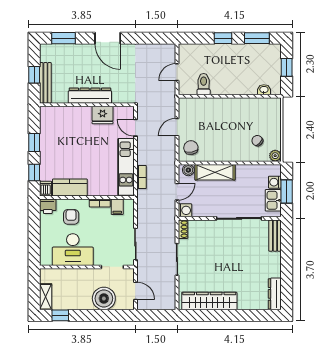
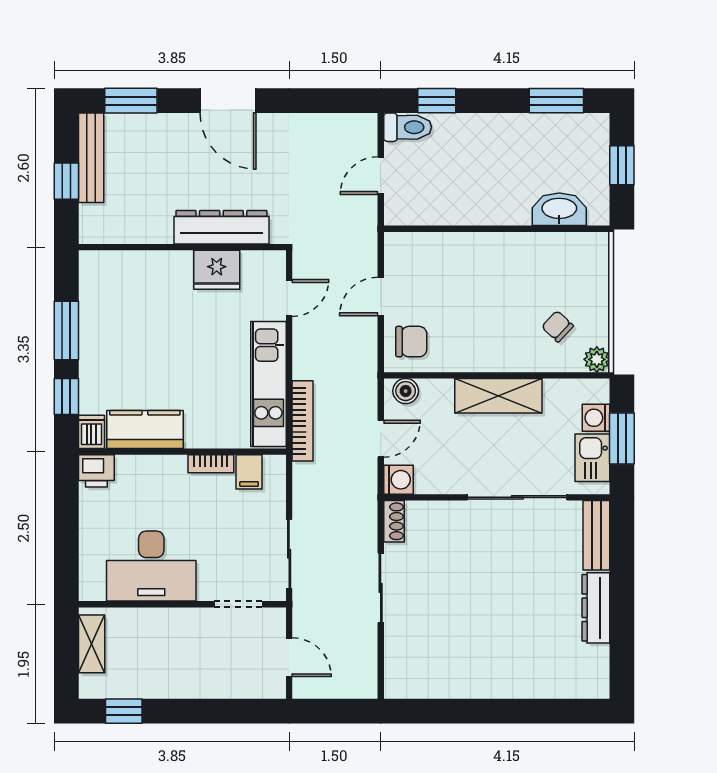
window: (223, 38) -> (437, 101), moved
bench: (45, 83) -> (91, 158), moved
toilet: (204, 84) -> (408, 127), moved, turned 90
washbasin: (264, 90) -> (559, 209), width x1.91, depth x1.45
dresser: (90, 96) -> (221, 227), moved
door: (135, 128) -> (289, 298), swing flipped
window: (34, 143) -> (66, 330), width x1.50
chair: (191, 148) -> (411, 342), turned 98
shelving: (215, 172) -> (498, 396), moved
bookcase: (141, 177) -> (303, 421), width x1.56
armchair: (71, 217) -> (147, 494), removed
dresser: (275, 294) -> (596, 608), moved
shelving: (46, 297) -> (92, 644), moved
boiler: (104, 298) -> (220, 674), removed
wardrobe: (209, 301) -> (452, 679), removed

